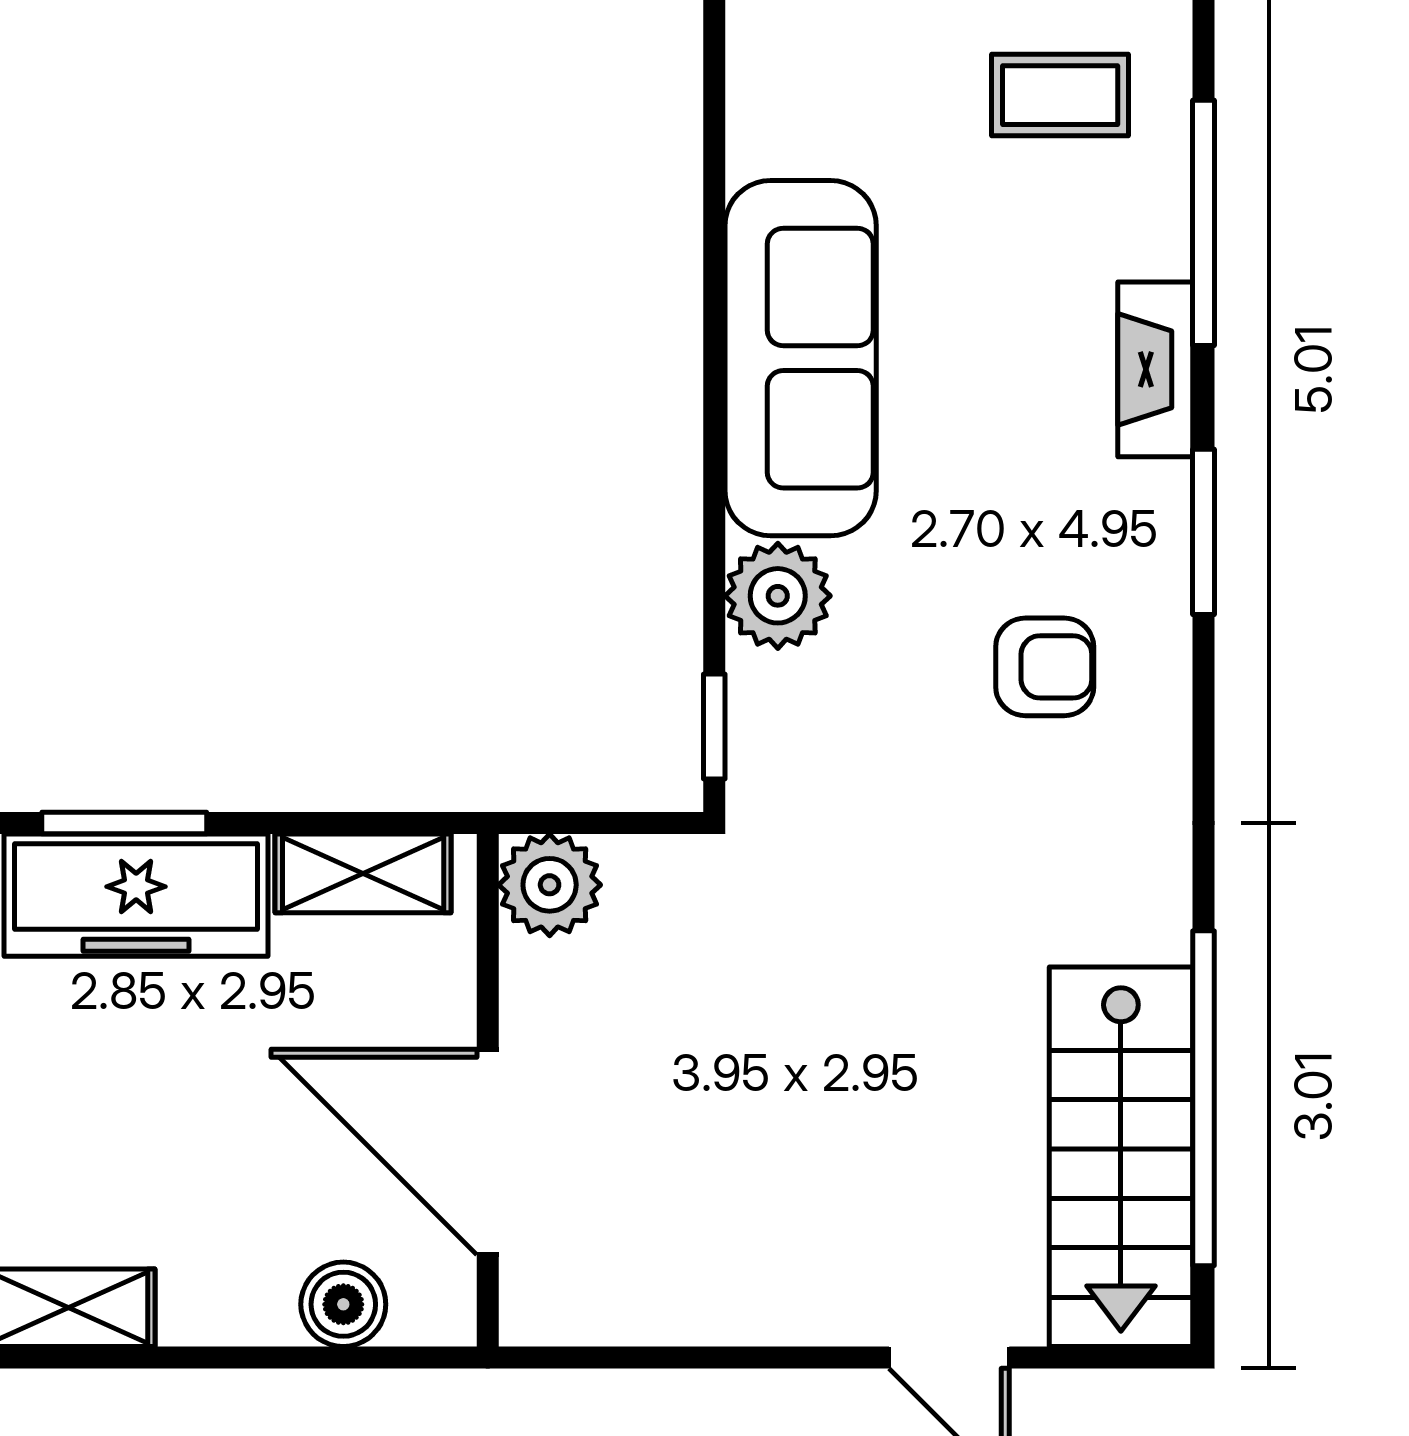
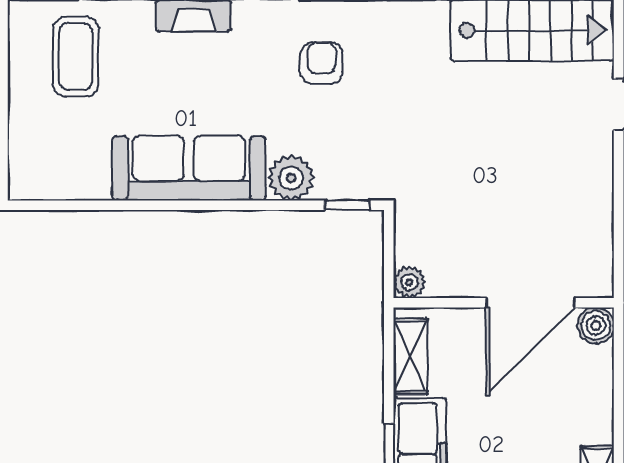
coffee table: (1060, 95) -> (76, 57), width x1.36, depth x1.30
plant: (550, 885) -> (409, 282), width x0.73, depth x0.73
boiler: (343, 1304) -> (596, 326), moved

